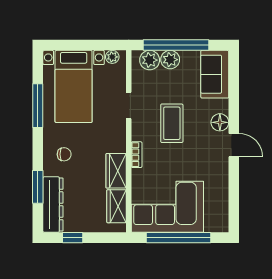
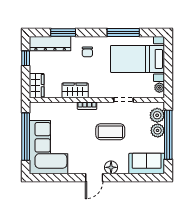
wardrobe: (117, 206) -> (37, 86), moved, turned 90
corner sofa: (167, 207) -> (49, 147), moved

